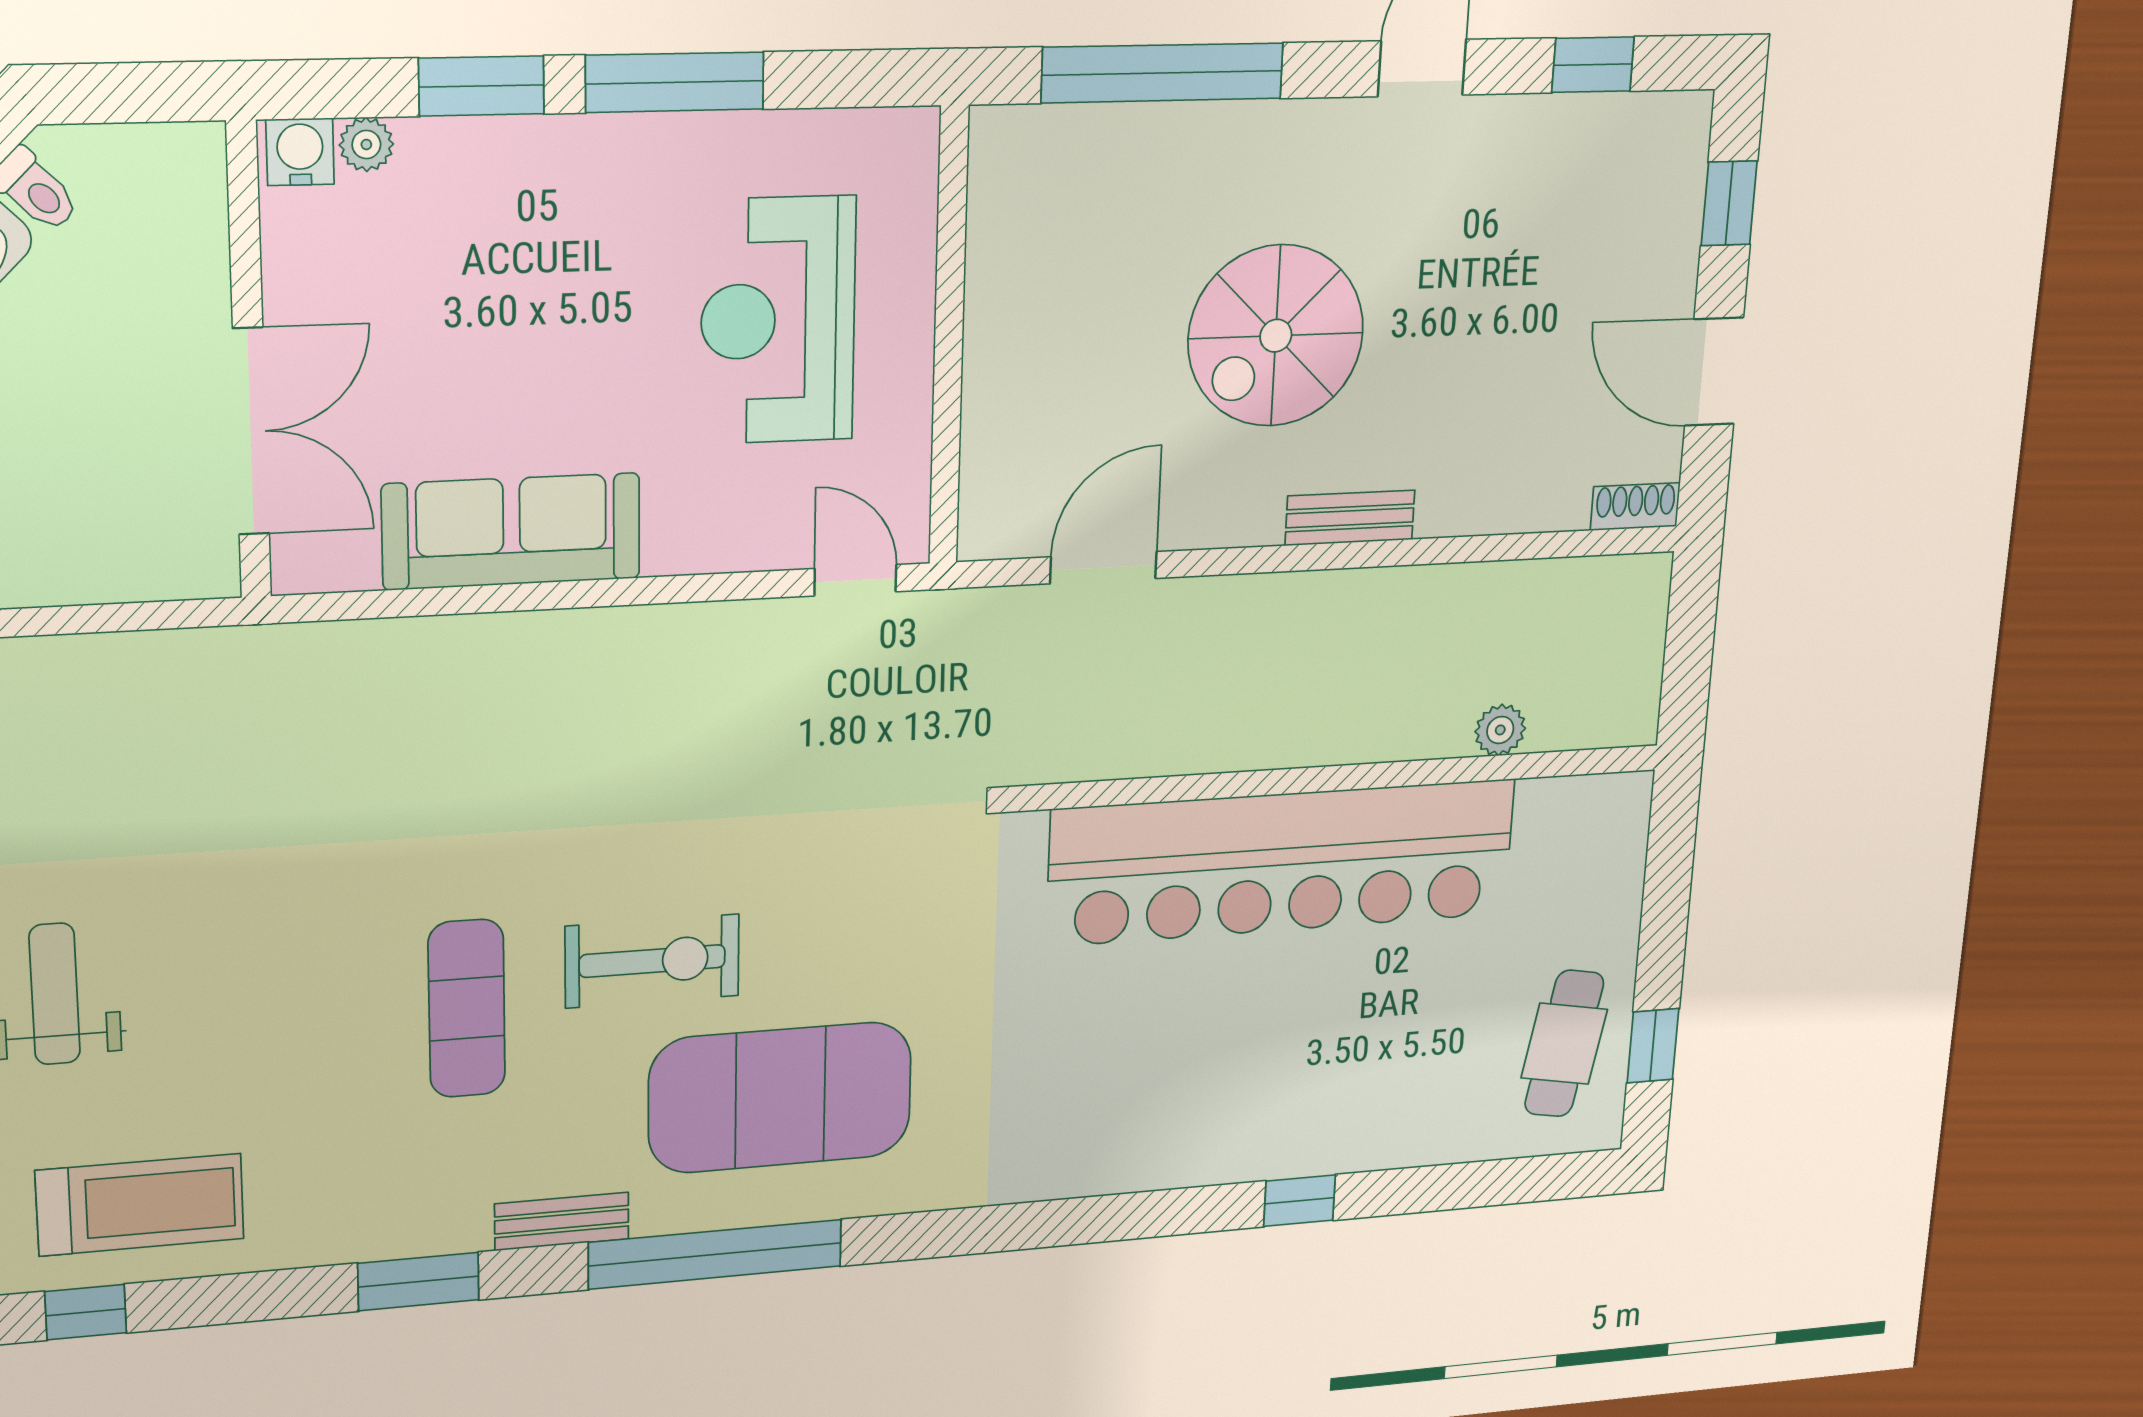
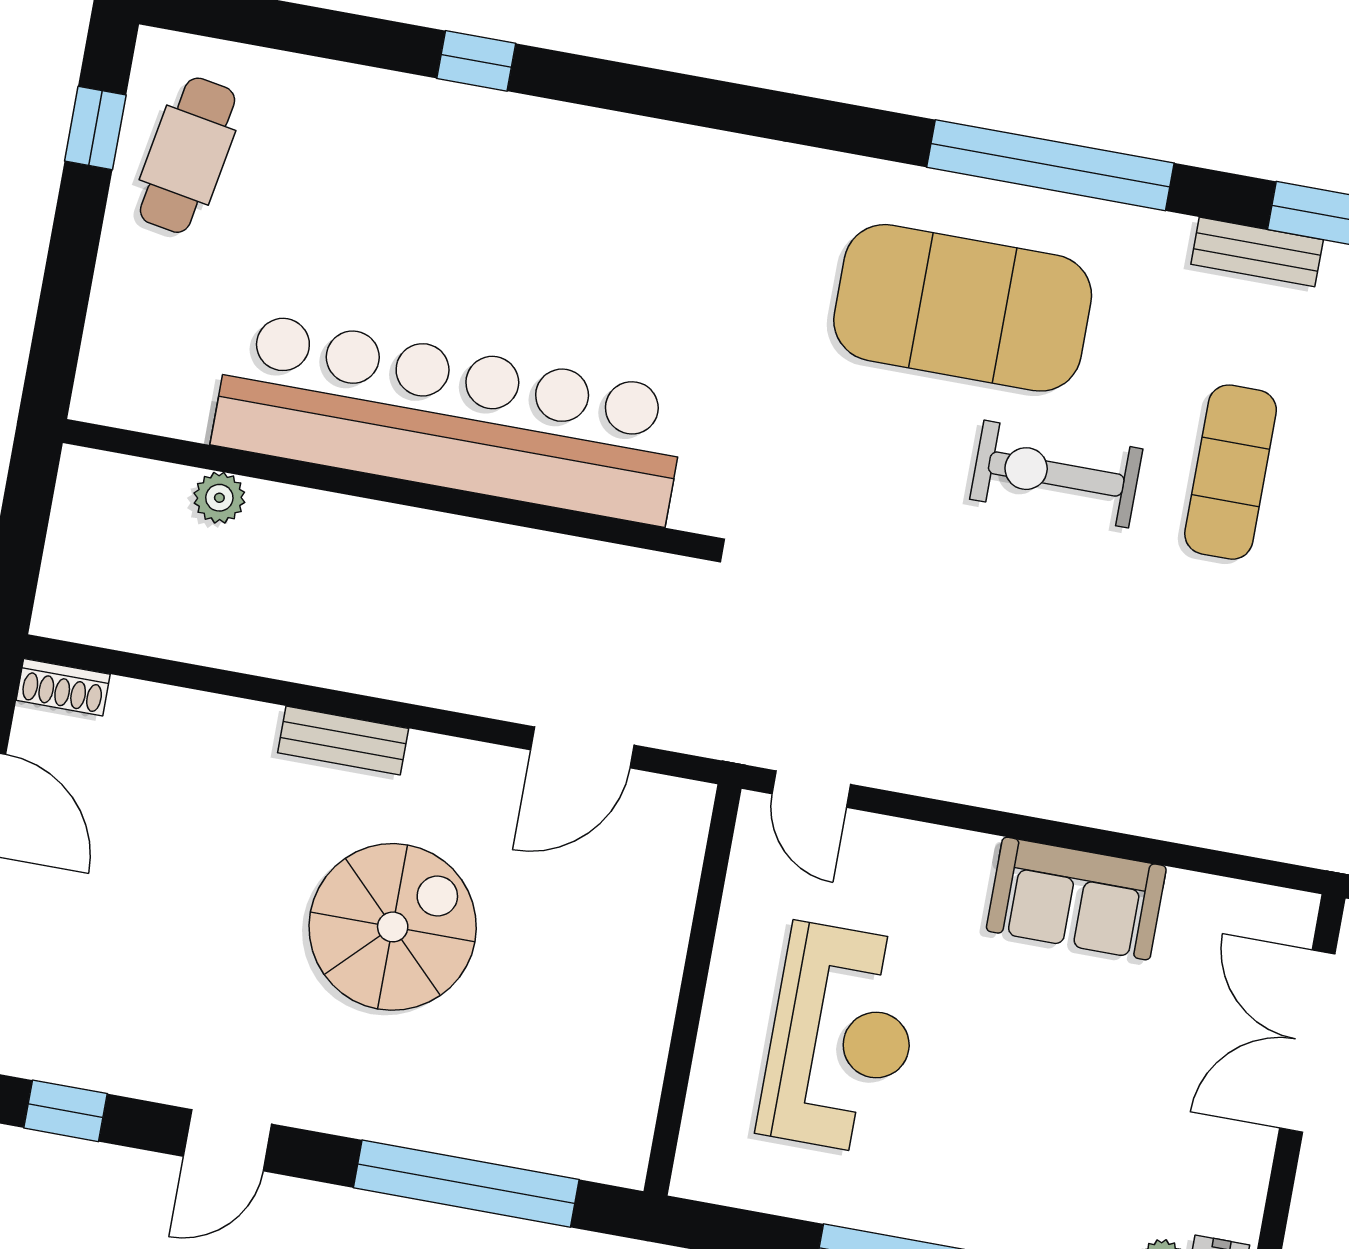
sofa: (512, 531) -> (1076, 898), width x0.73
bench: (562, 1221) -> (1257, 252), moved

